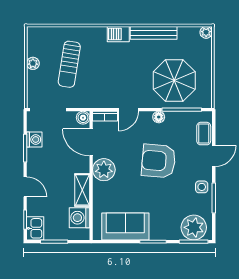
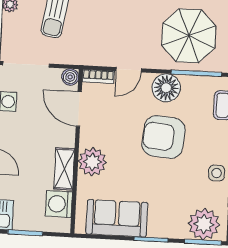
floor lamp: (159, 117) -> (166, 88), width x1.89, depth x1.89
plant: (104, 170) -> (92, 162), moved

